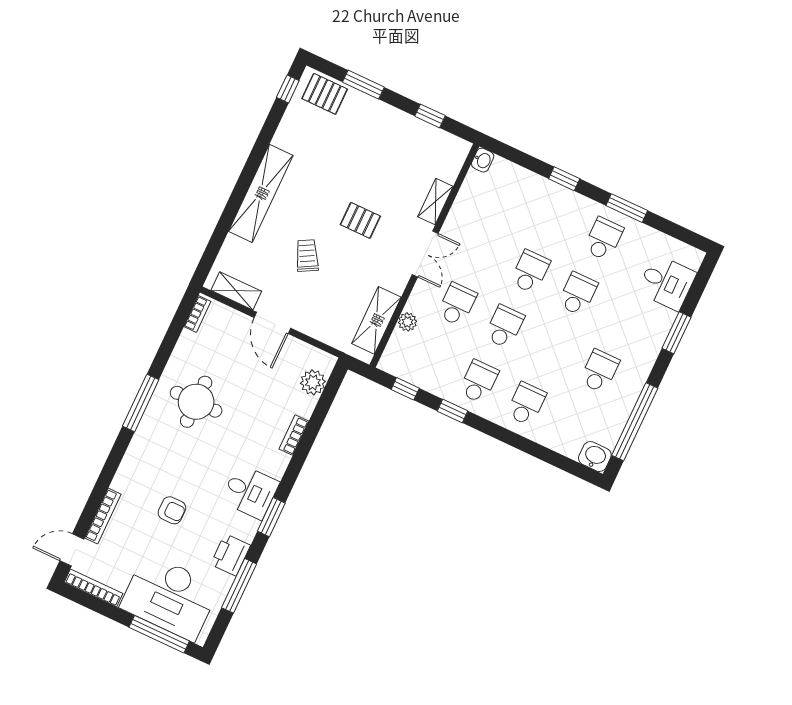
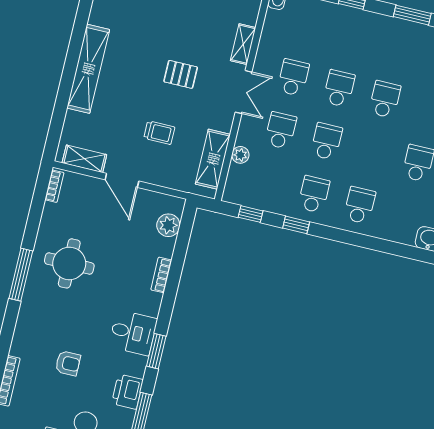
school desk: (603, 239) -> (293, 77), moved
trolley: (307, 256) -> (159, 133), moved, turned 119

